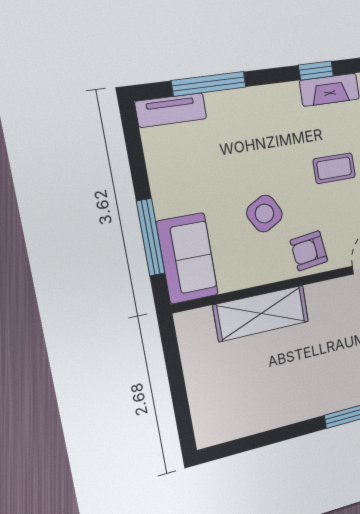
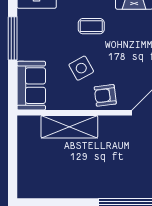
coffee table: (334, 168) -> (91, 26), moved
window: (151, 237) -> (13, 38), moved

